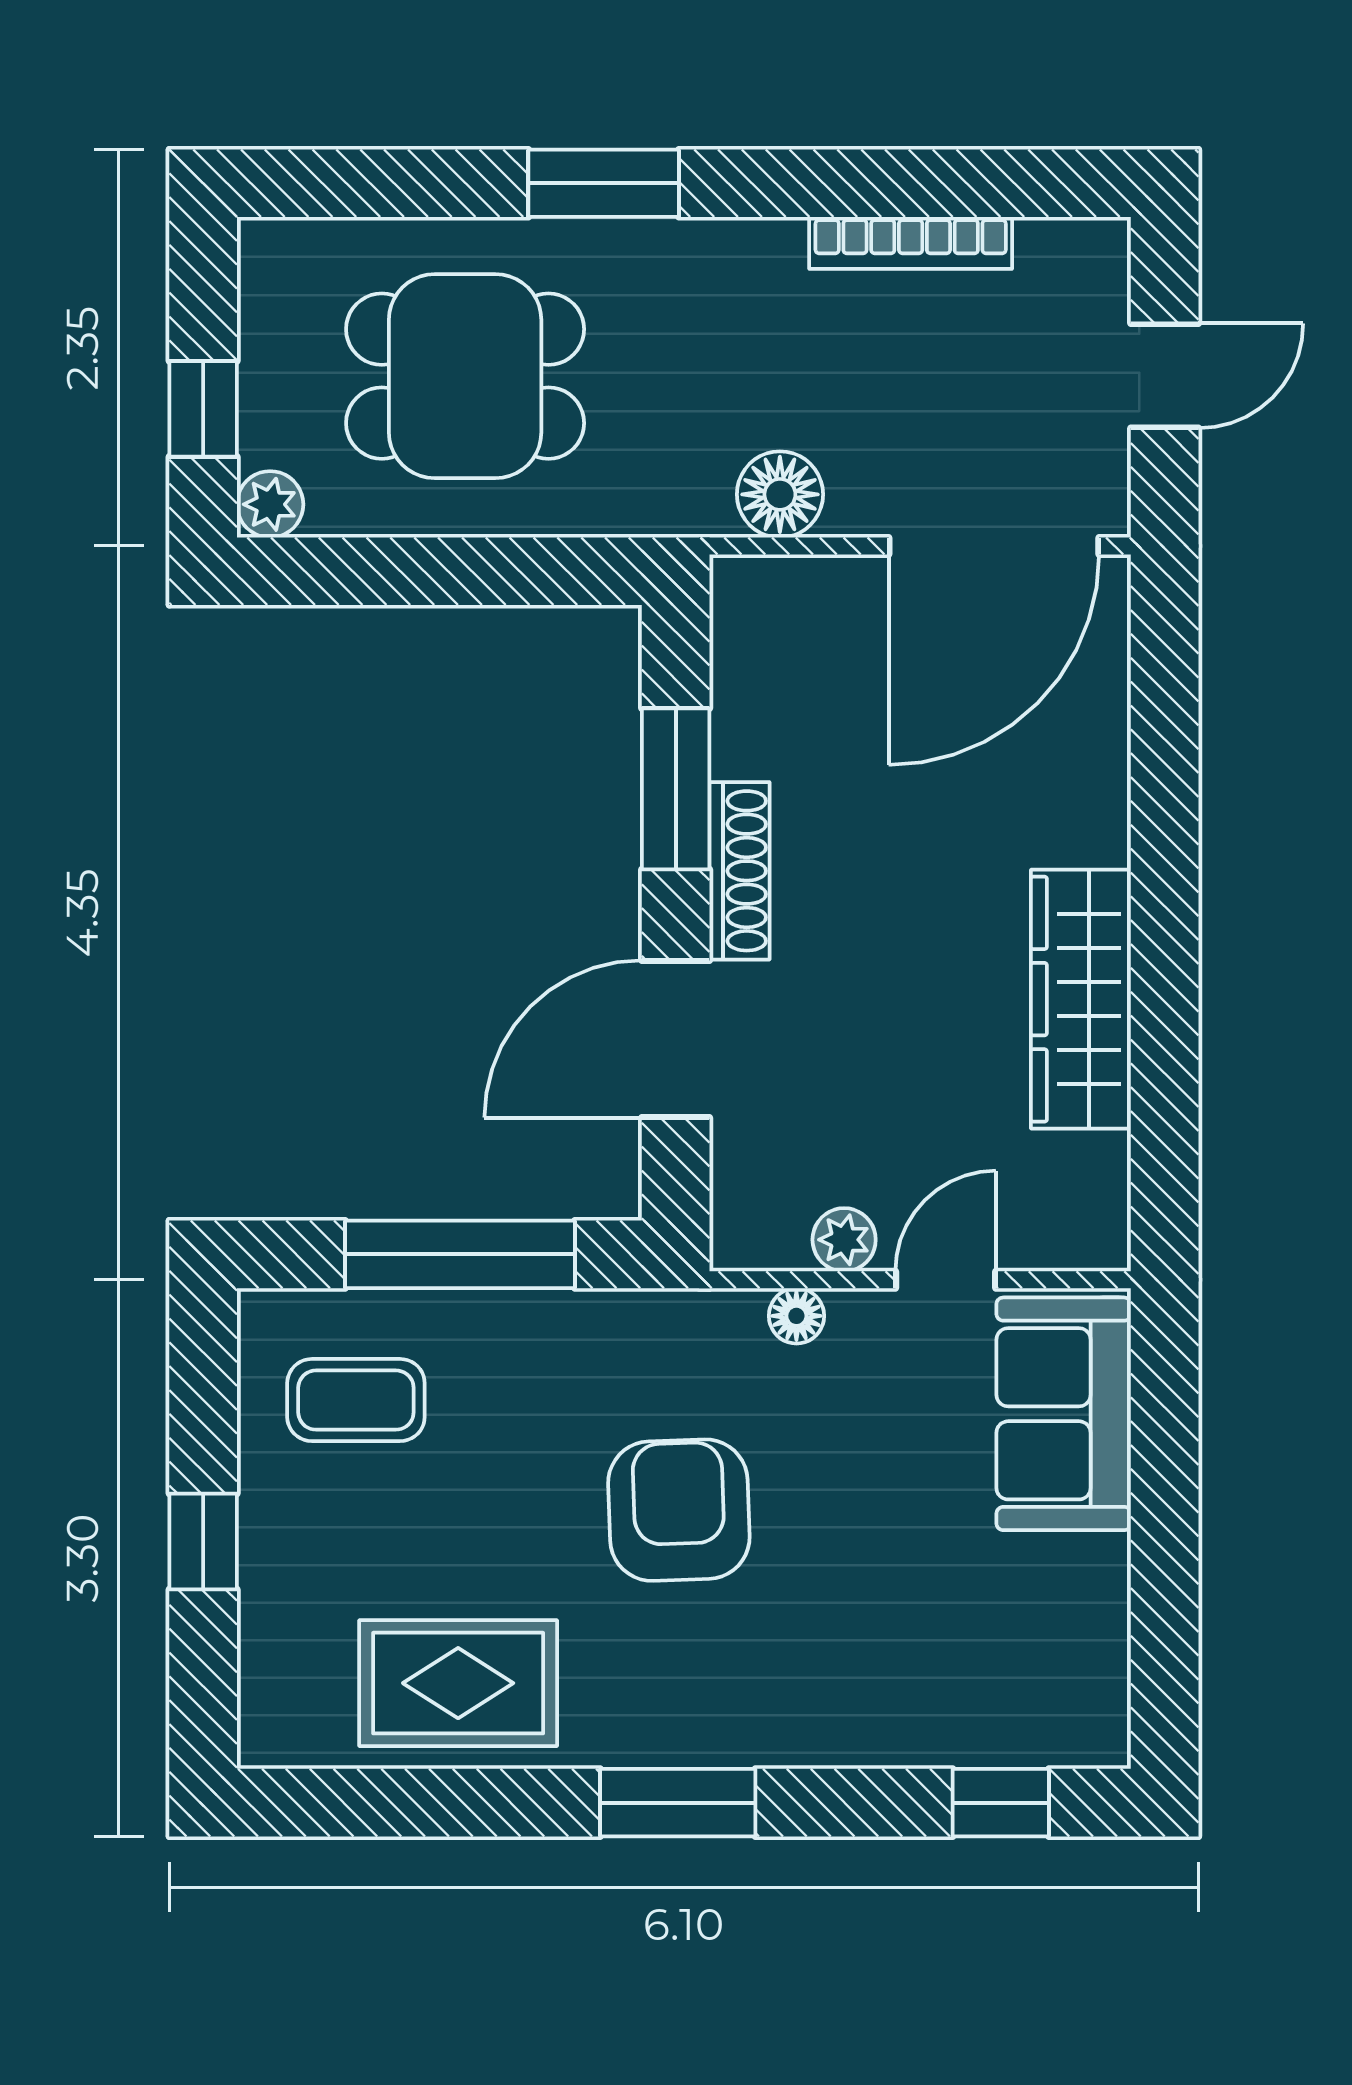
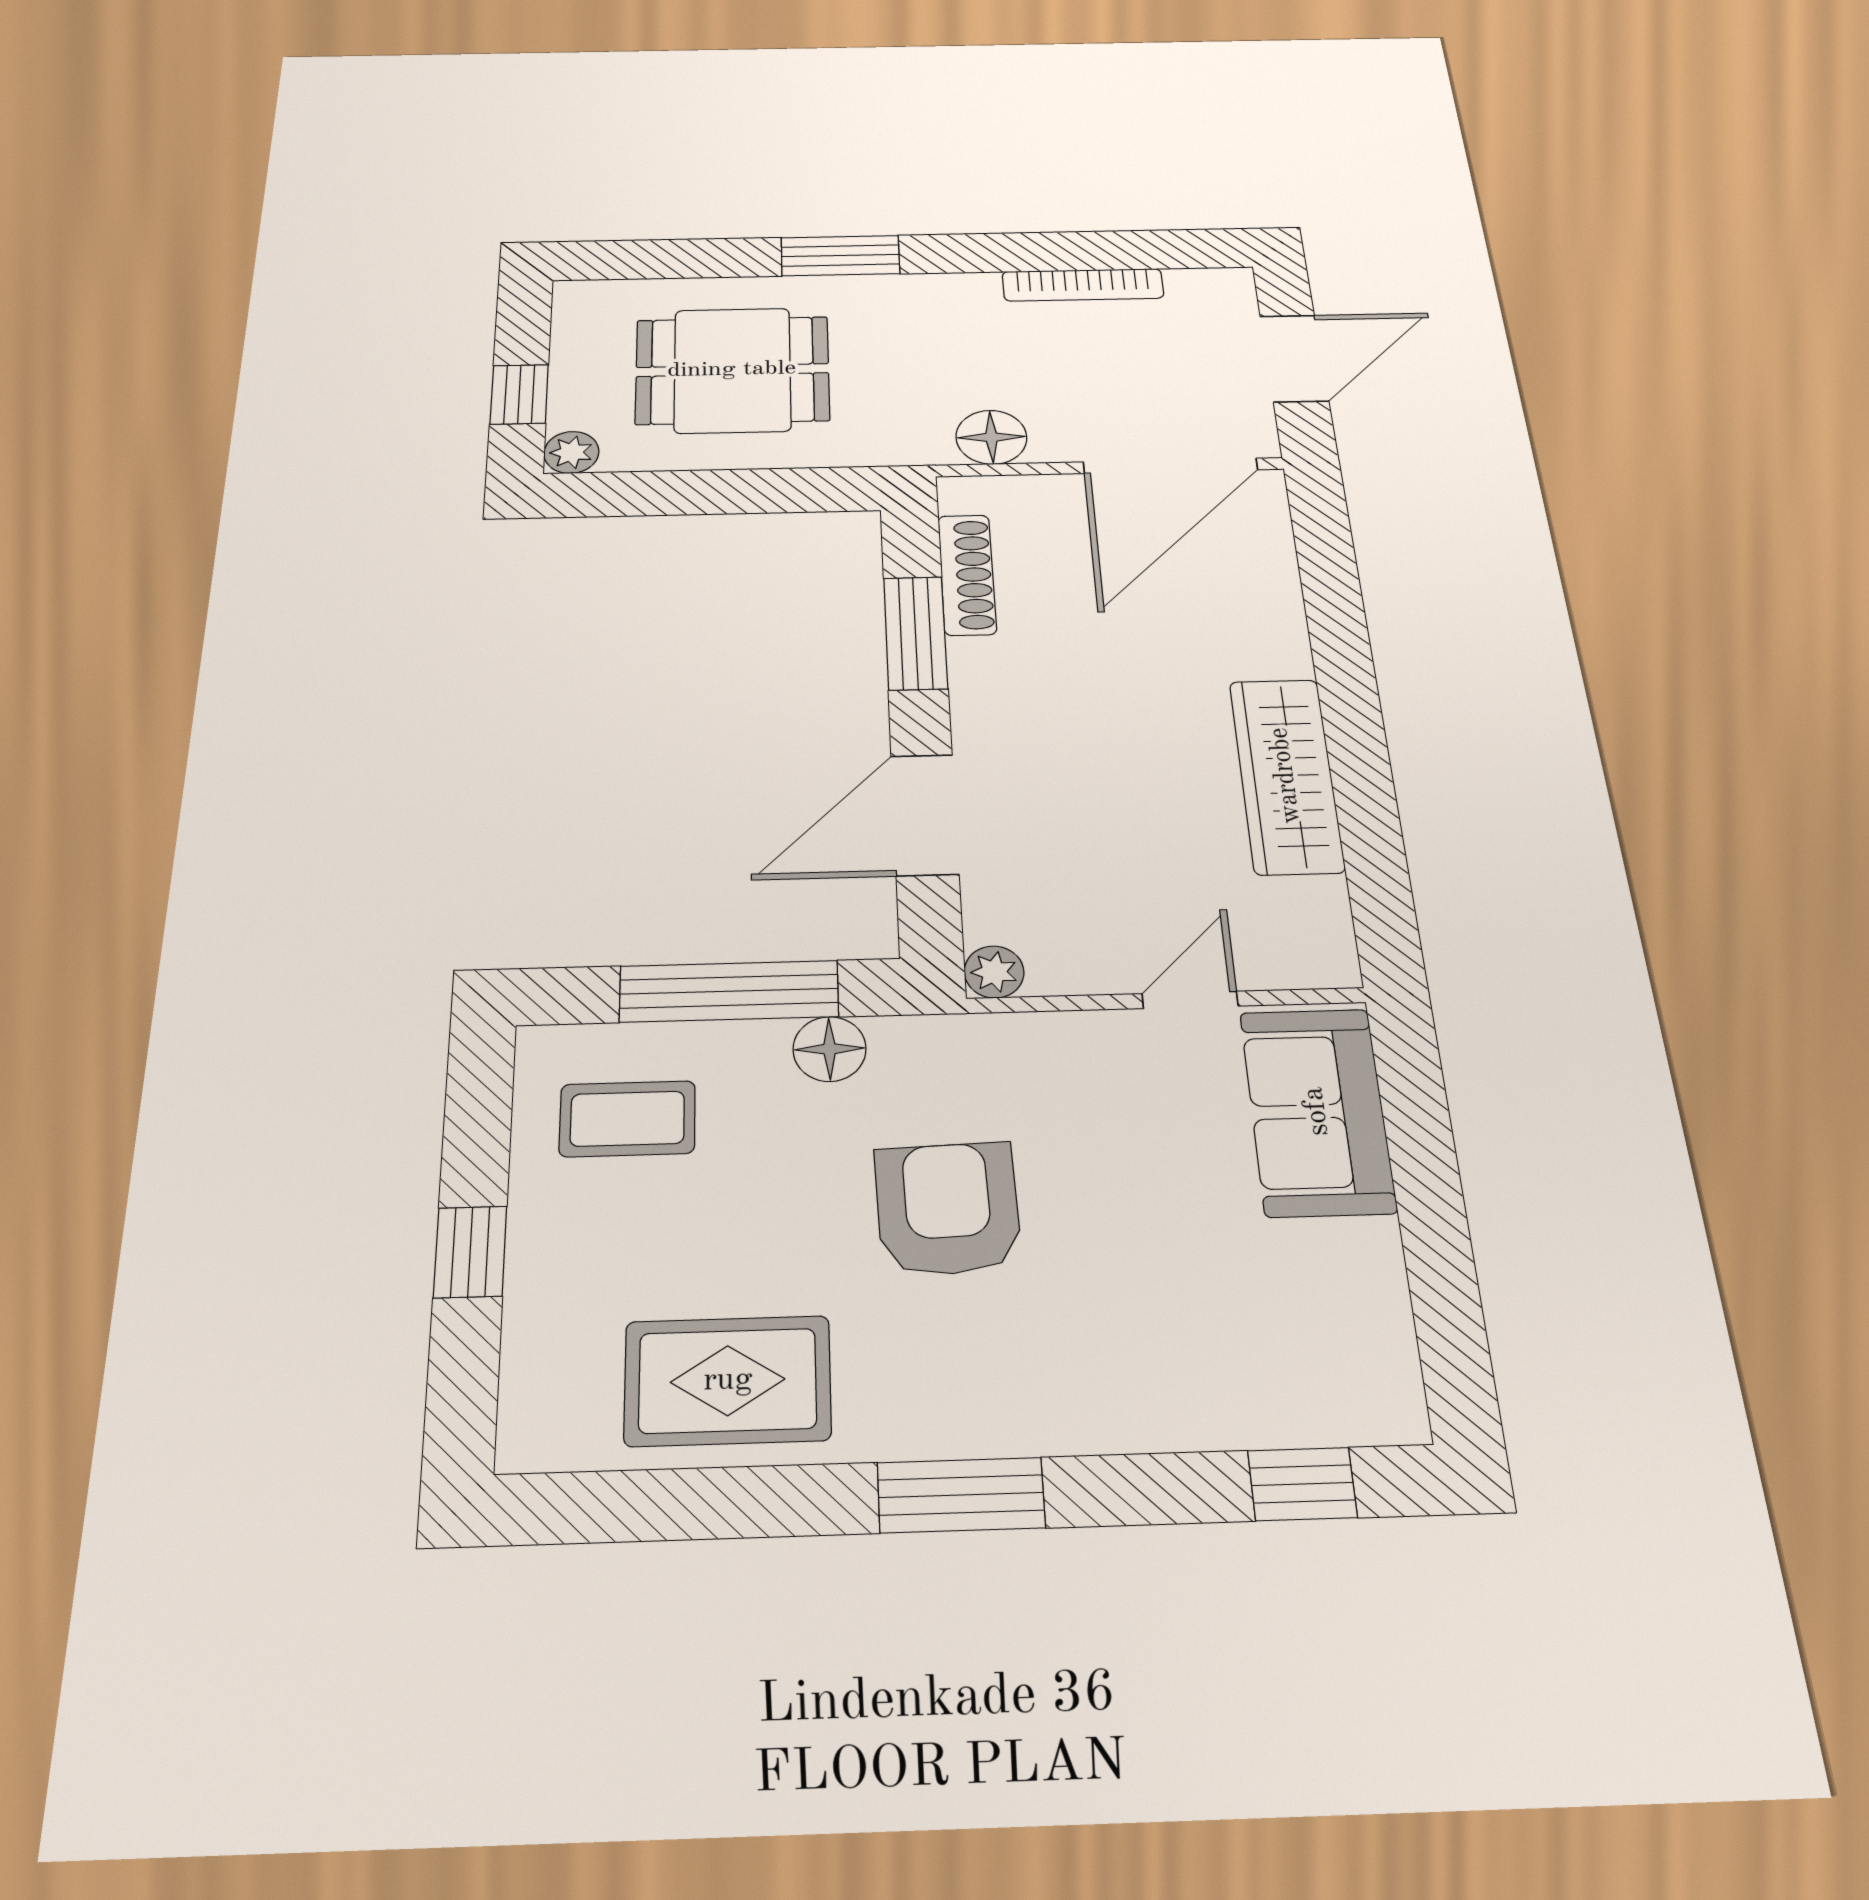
door: (1165, 376) -> (1294, 358), width x1.37
shoe rack: (739, 871) -> (967, 575), moved
plant: (844, 1240) -> (994, 972), moved
floor lamp: (796, 1316) -> (830, 1049), moved, width x1.37, depth x1.37

